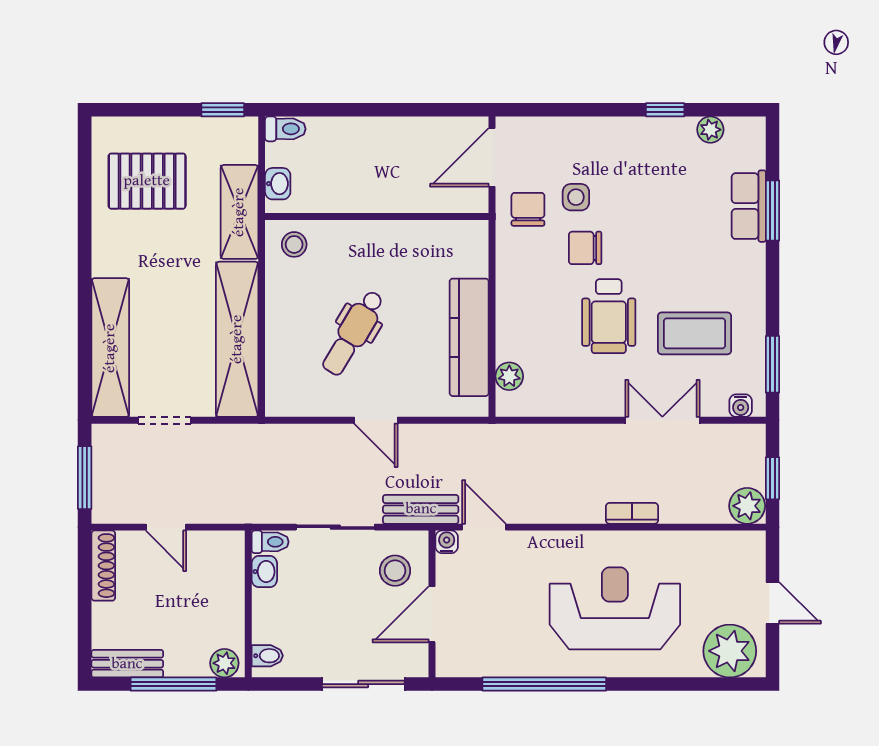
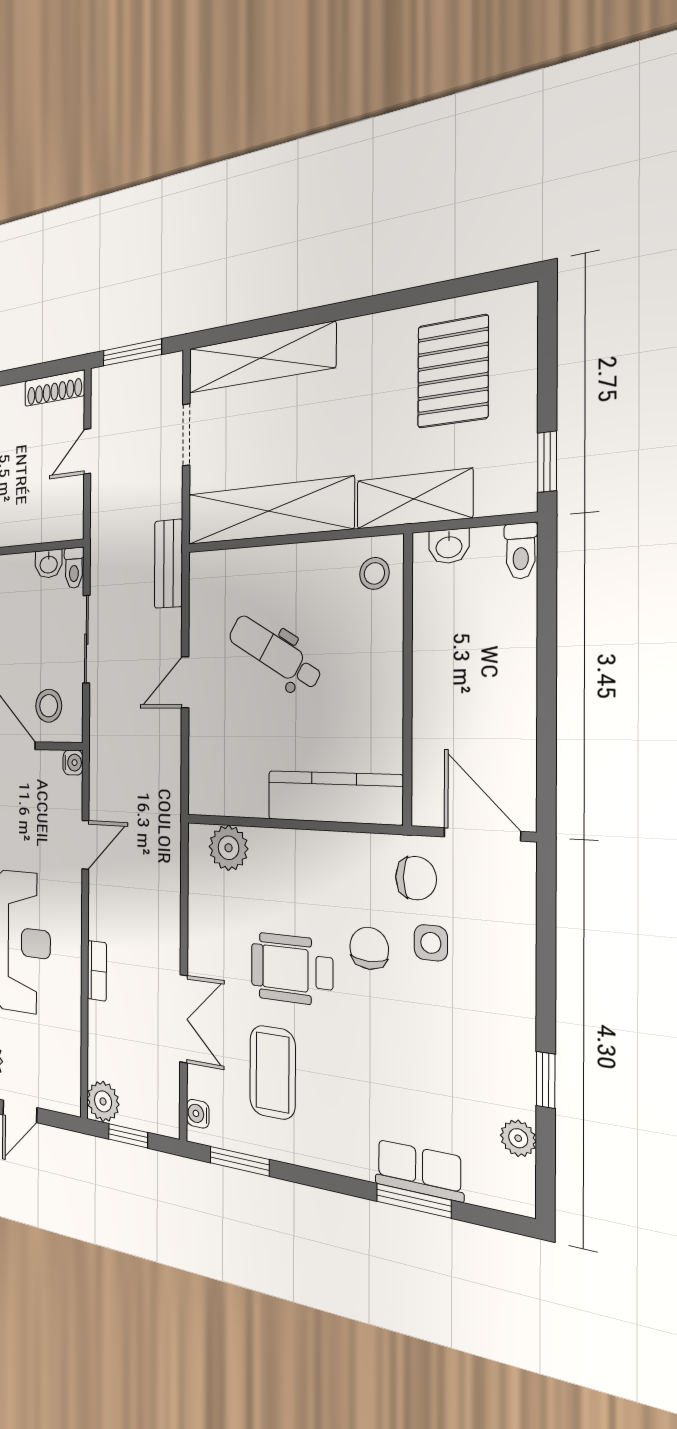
kitchen counter: (469, 337) -> (334, 797), moved
plant: (509, 376) -> (229, 848), width x1.38, depth x1.38
bench: (421, 509) -> (168, 564), moved
door: (484, 527) -> (85, 845), moved

